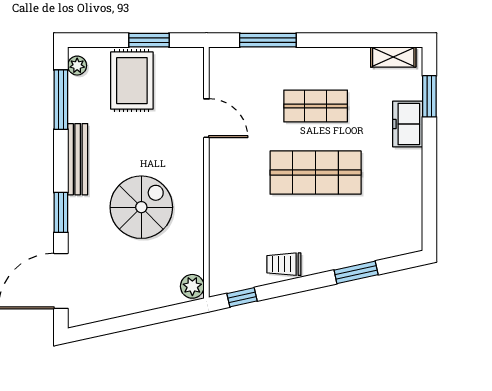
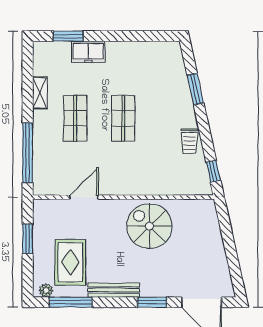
window: (268, 40) -> (28, 153), width x1.46
shelving: (393, 57) -> (40, 93), moved
rug: (132, 81) -> (70, 262), moved, turned 90
shop shelf: (316, 173) -> (123, 118), width x0.70, depth x0.74
spiral stairs: (141, 207) -> (149, 226), moved
plant: (192, 286) -> (205, 207), removed

